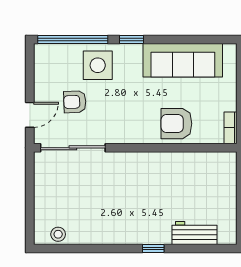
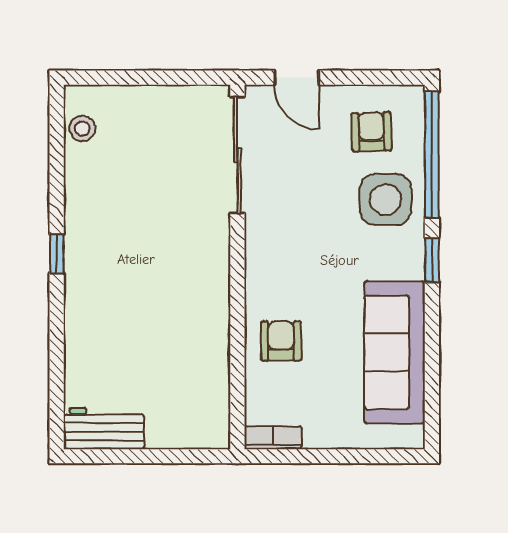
armchair: (75, 102) -> (371, 132), moved
armchair: (176, 124) -> (281, 341), width x0.72, depth x0.72
workbench: (195, 233) -> (104, 429), moved, turned -90
window: (153, 248) -> (57, 254), moved

